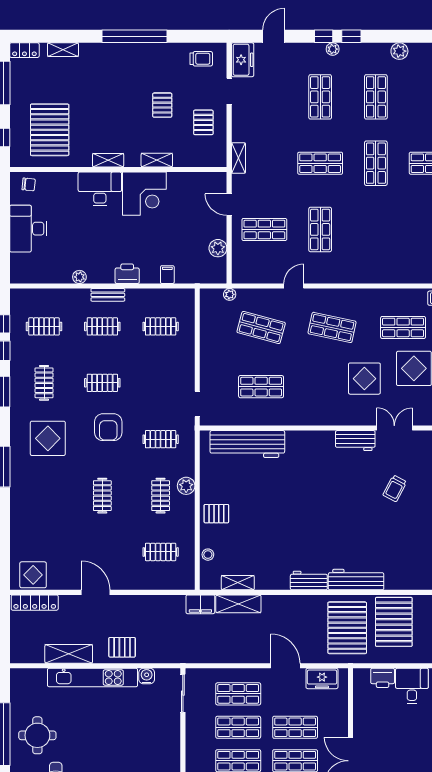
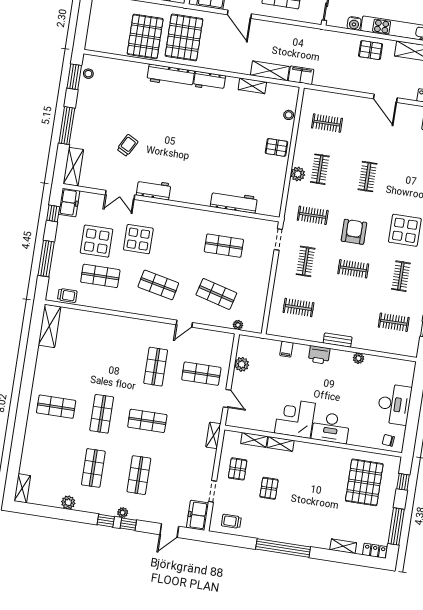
shelving: (108, 160) -> (254, 440), moved
clothes rail: (102, 326) -> (306, 261), moved, turned 90
workbench: (247, 444) -> (234, 202), width x0.73, depth x0.76
shelving: (238, 583) -> (252, 86), moved

